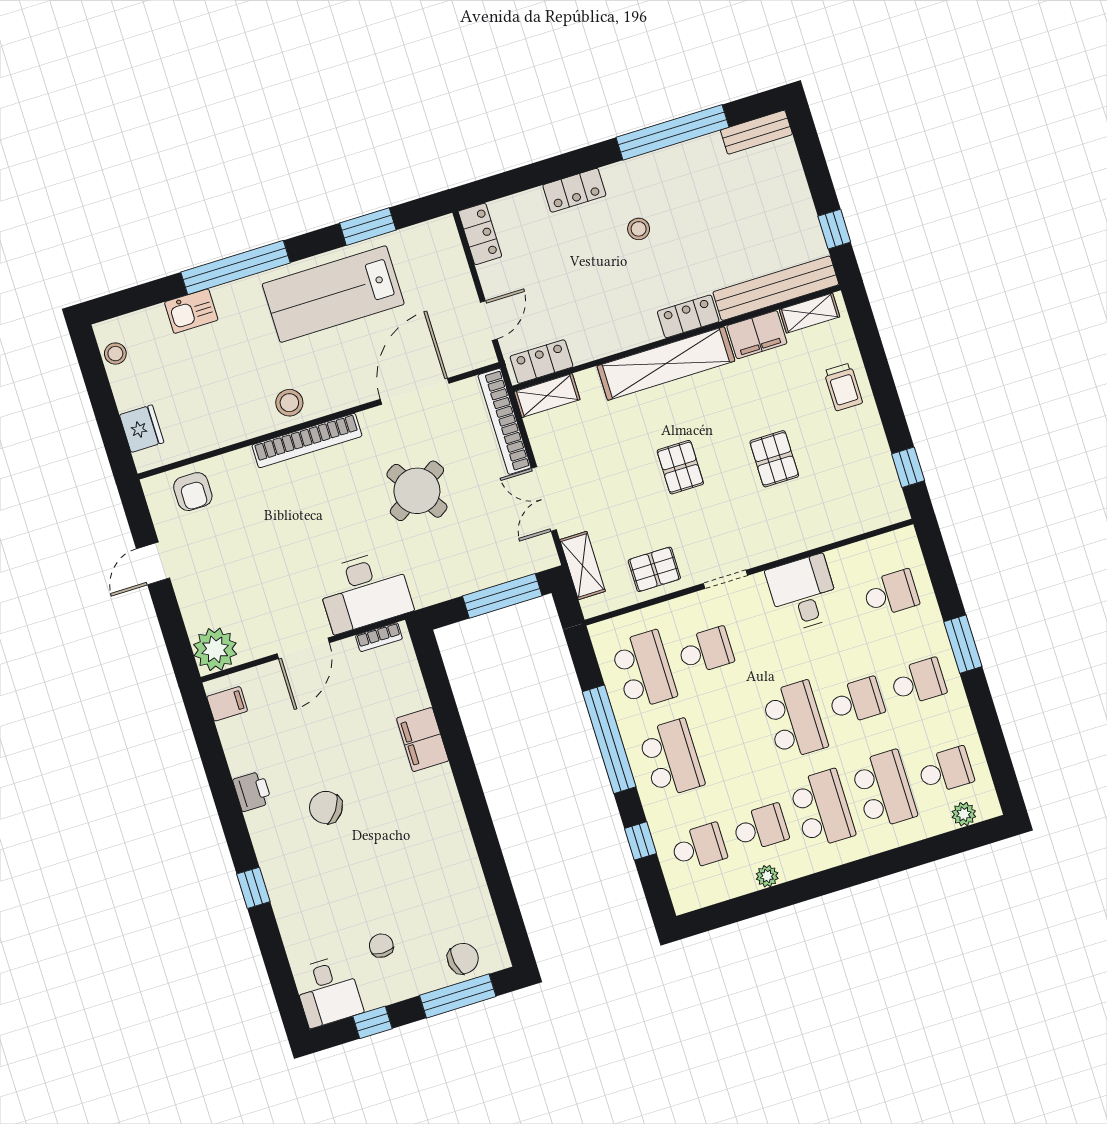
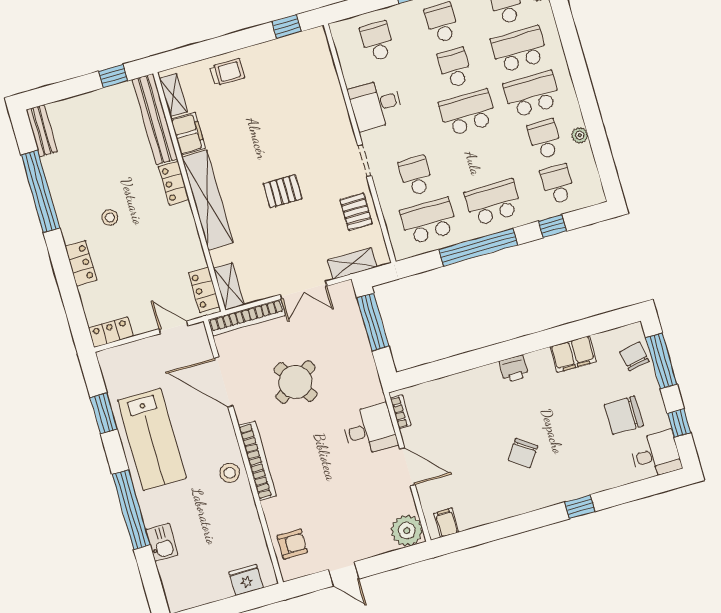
stool: (115, 354) -> (191, 598), removed
pallet: (774, 459) -> (278, 123), removed
desk: (364, 591) -> (370, 430), width x0.73
filing cabinet: (423, 740) -> (573, 354), moved
printer: (252, 791) -> (514, 369), moved, turned 180
chair: (381, 946) -> (624, 415), width x1.87, depth x1.87

